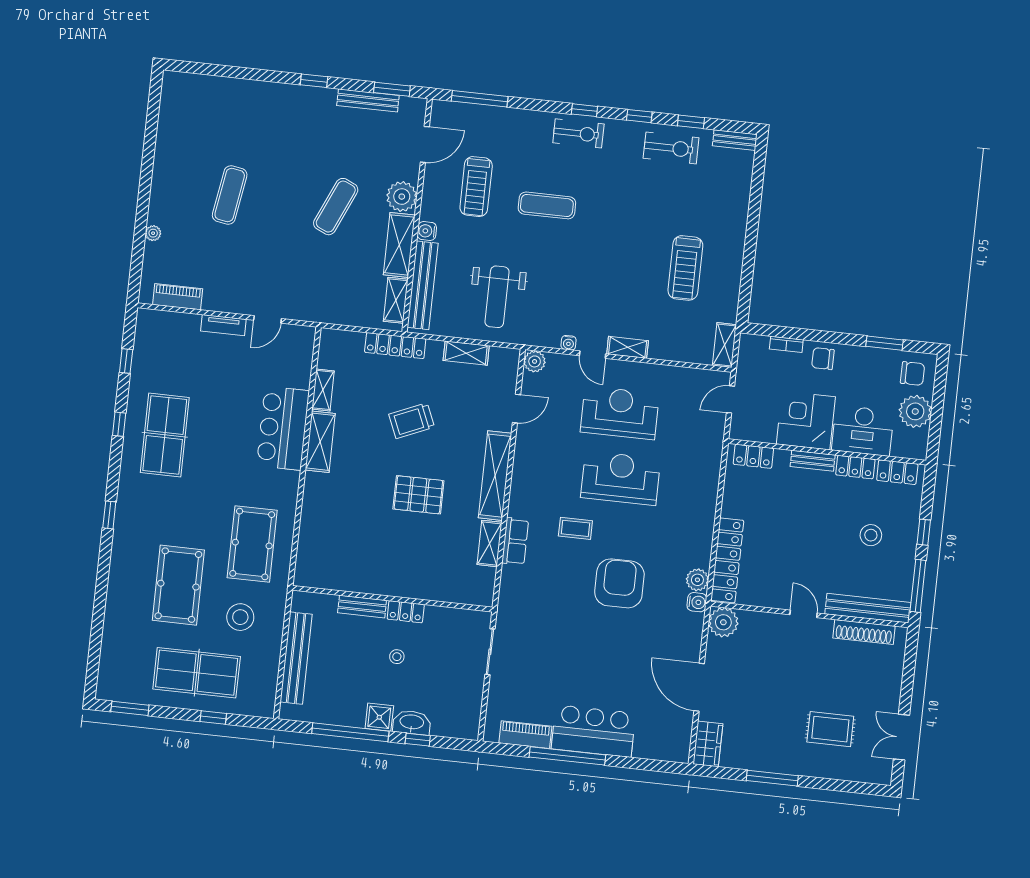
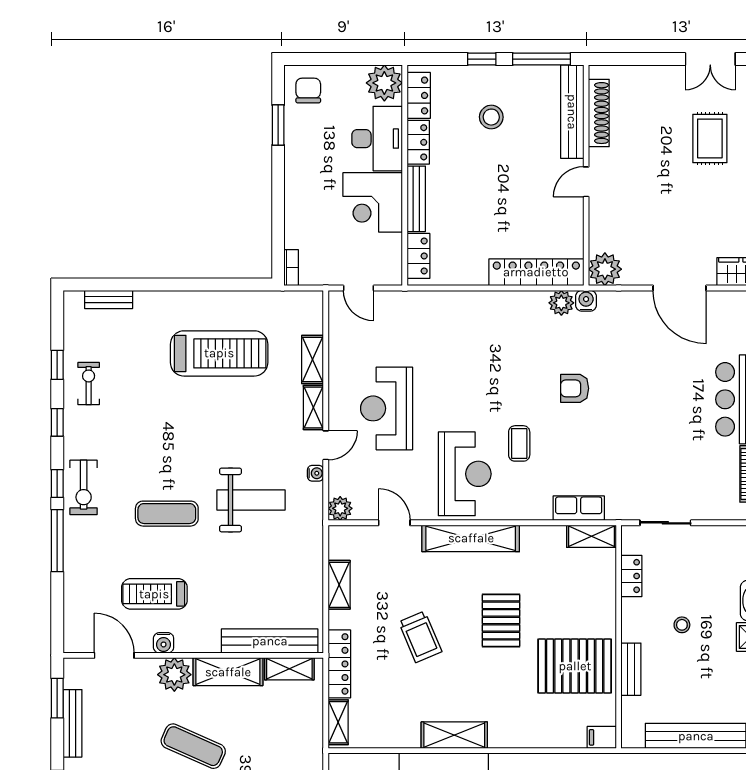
window: (480, 99) -> (57, 541), moved
exercise bike: (578, 133) -> (84, 487), turned 180
bench: (735, 140) -> (109, 300), moved, turned 90
exercise bike: (671, 148) -> (89, 384), width x0.73, depth x0.72
treadmill: (476, 187) -> (154, 594), turned 180
exercise mat: (547, 205) -> (167, 514), turned 90
water cooler: (427, 231) -> (164, 643), moved
treadmill: (685, 268) -> (219, 353), width x1.37, depth x1.38
weight bench: (497, 297) -> (251, 500), moved
bookcase: (786, 344) -> (291, 268), moved
shelving: (724, 345) -> (313, 360), moved, turned 90
chair: (823, 359) -> (302, 191), removed
shelving: (323, 390) -> (338, 722), moved, turned 90
plant: (915, 411) -> (384, 83), moved
bench: (813, 461) -> (416, 199), width x1.36
reception desk: (621, 478) -> (465, 474), moved, turned 180
row of seats: (515, 541) -> (579, 508), moved
shelving: (489, 543) -> (591, 536), moved
pallet: (370, 556) -> (575, 666), added
filing cabinet: (304, 574) -> (602, 737), added
armchair: (619, 583) -> (575, 388), width x0.53, depth x0.53
locker: (406, 612) -> (631, 576), moved
door: (699, 687) -> (680, 288), hinge flipped

